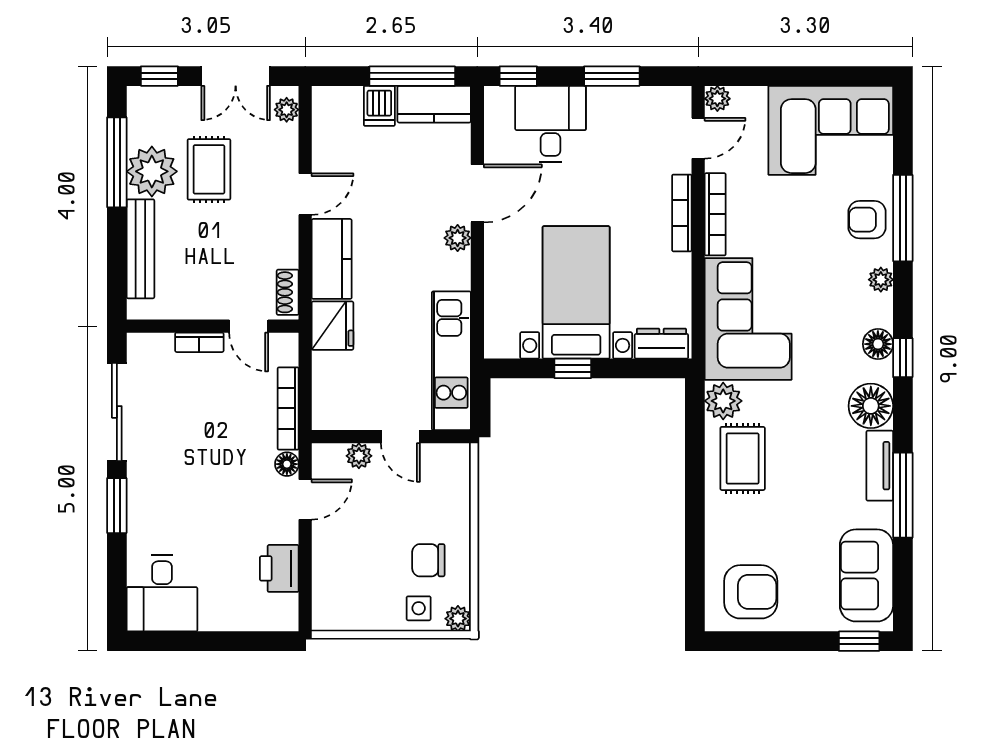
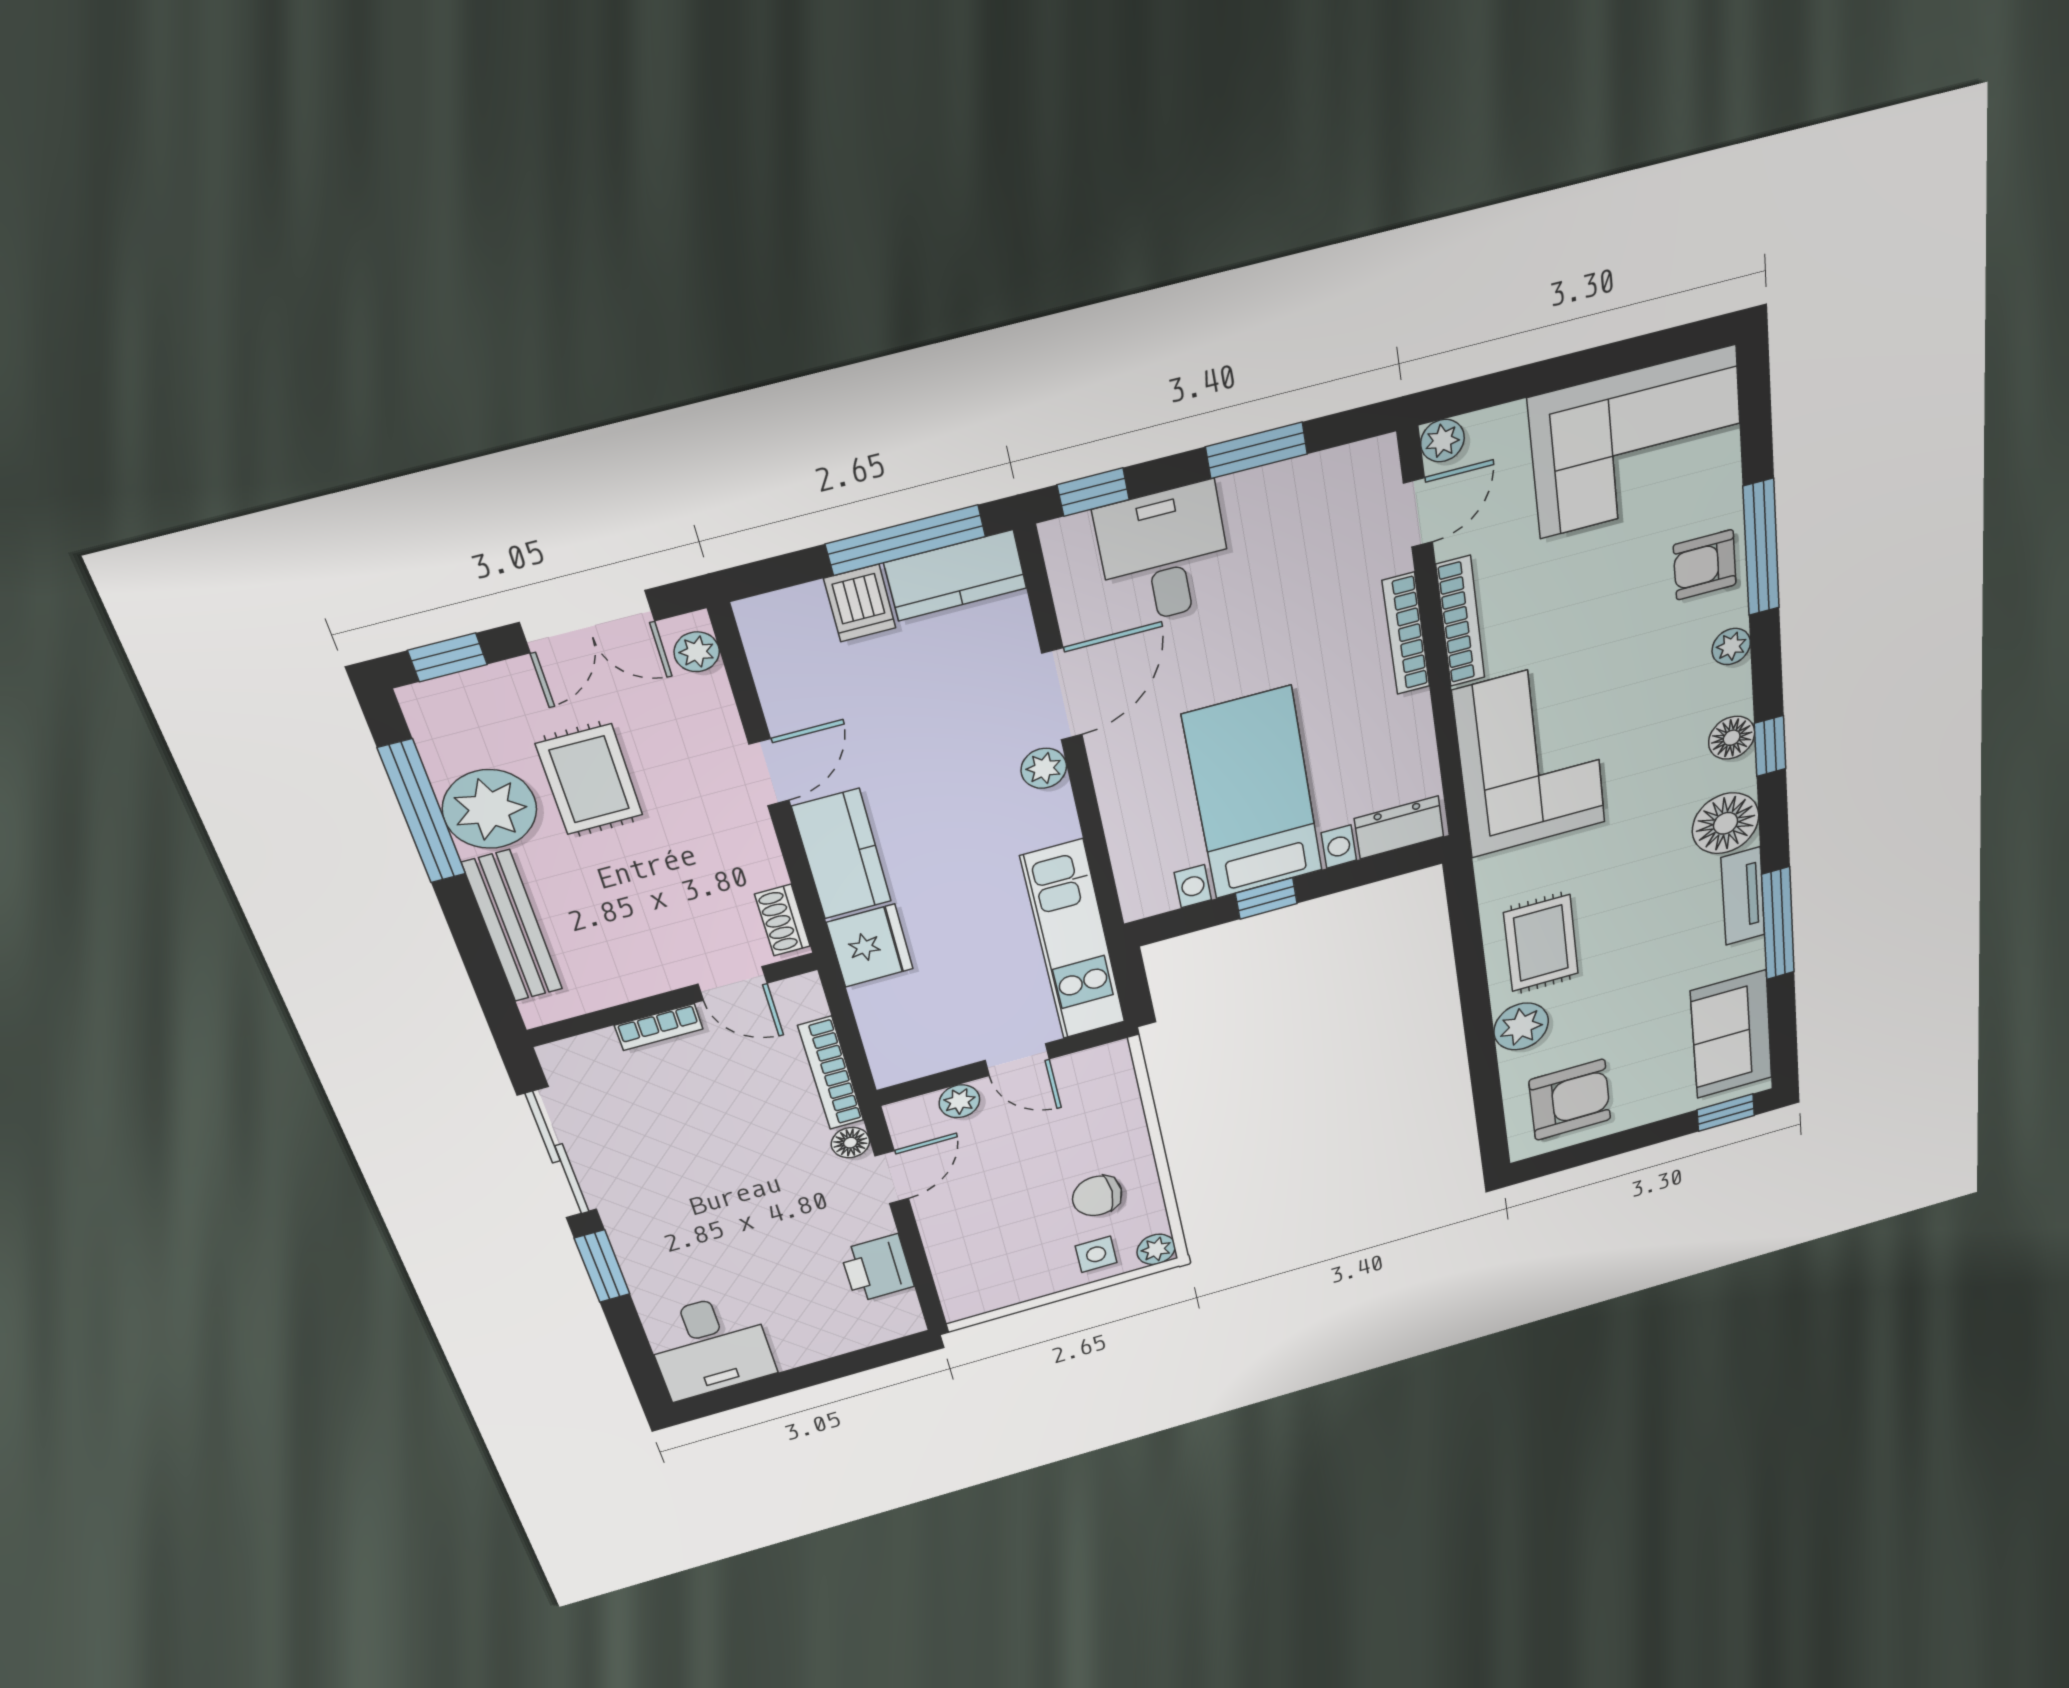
plant: (723, 401) -> (1521, 1026), moved

